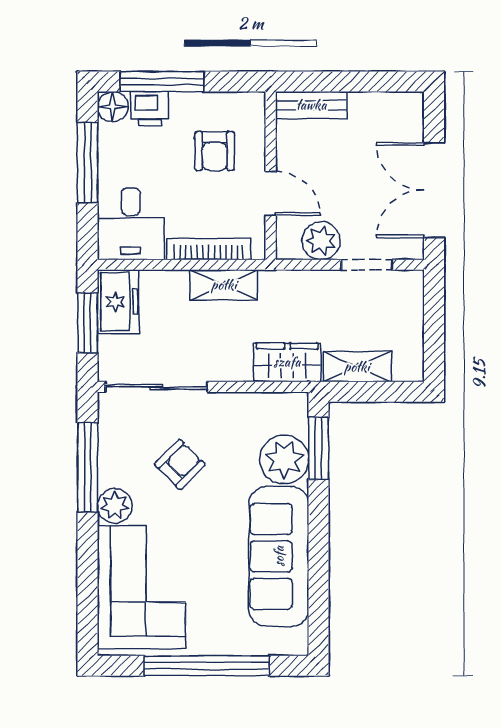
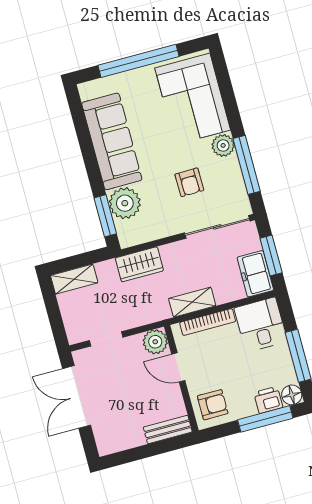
armchair: (215, 151) -> (213, 405), moved, turned 90
double door: (434, 190) -> (77, 397), swing flipped
plant: (321, 241) -> (155, 342), moved
shelving: (357, 367) -> (74, 279), moved
armchair: (180, 464) -> (189, 182), turned -46

